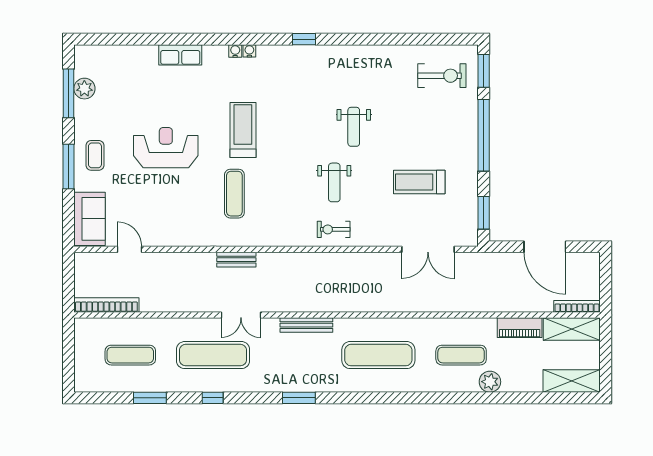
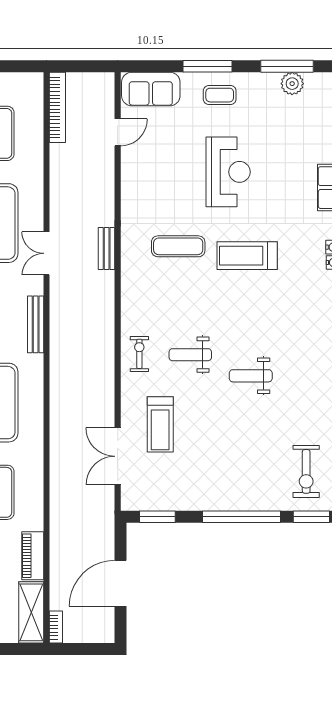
treadmill: (243, 130) -> (247, 256), turned 180
treadmill: (419, 182) -> (160, 424), moved, turned 180
bookcase: (577, 306) -> (56, 627), width x0.64

